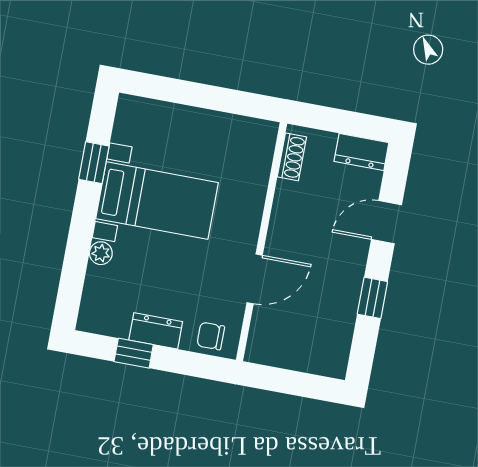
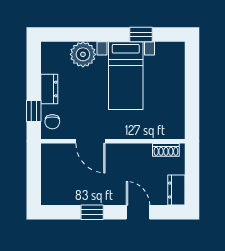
plant: (101, 253) -> (83, 54), width x1.88, depth x1.88
chair: (211, 336) -> (52, 122), turned 180
window: (134, 353) -> (34, 111), moved

